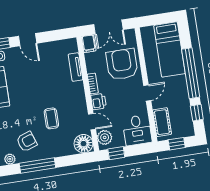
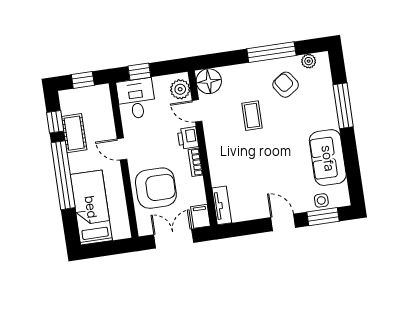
armchair: (122, 64) -> (156, 188), turned -90
tv unit: (76, 67) -> (222, 205), moved
door: (147, 93) -> (122, 149), hinge flipped
cot: (162, 122) -> (74, 133), moved
armchair: (27, 142) -> (286, 85), turned 75
window: (116, 153) -> (139, 72), moved

